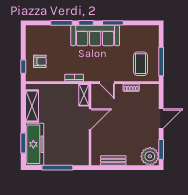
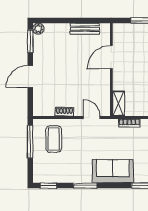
window: (86, 23) -> (48, 186), moved
sofa: (95, 35) -> (113, 171), width x0.73
door: (90, 119) -> (111, 57), moved
plant: (150, 156) -> (38, 29), width x0.53, depth x0.53

